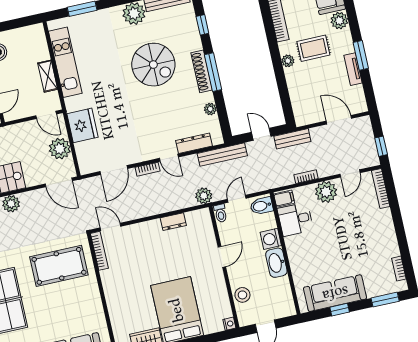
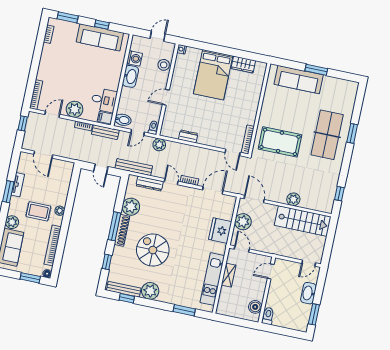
plant: (210, 109) -> (131, 207), width x1.87, depth x1.87
bench: (292, 139) -> (105, 132), moved
washing machine: (271, 239) -> (134, 58), moved

